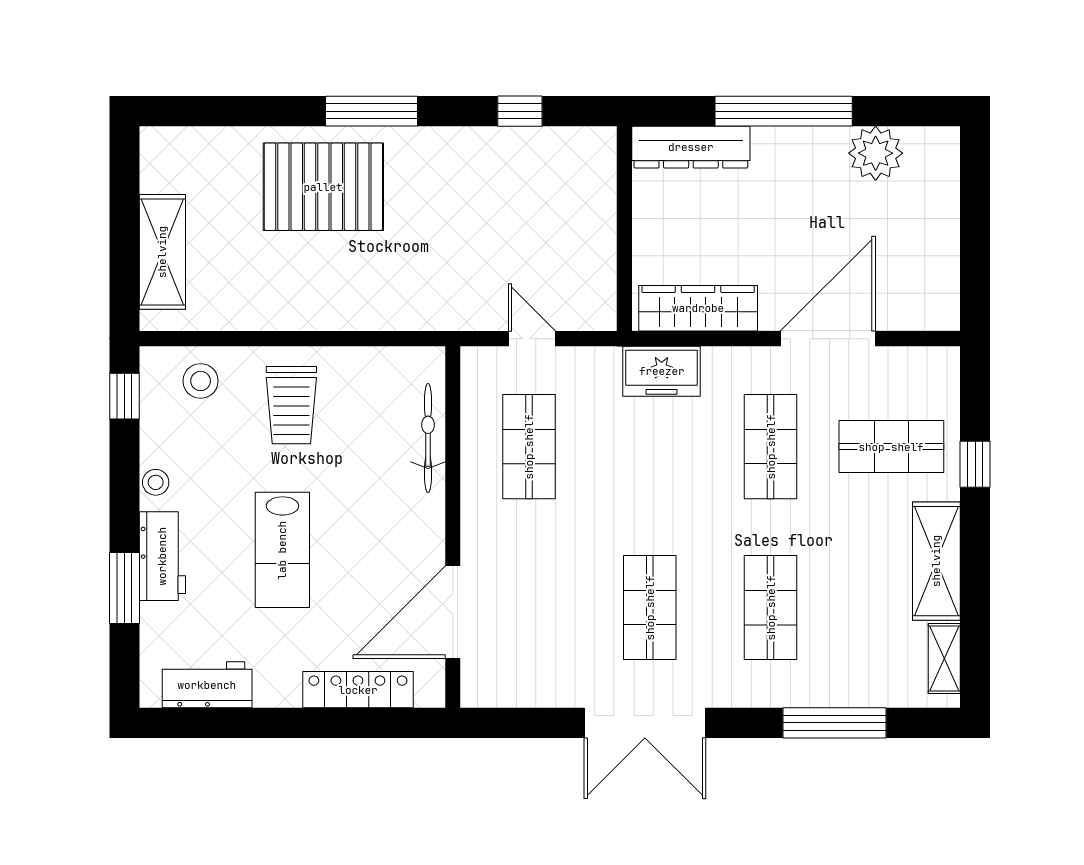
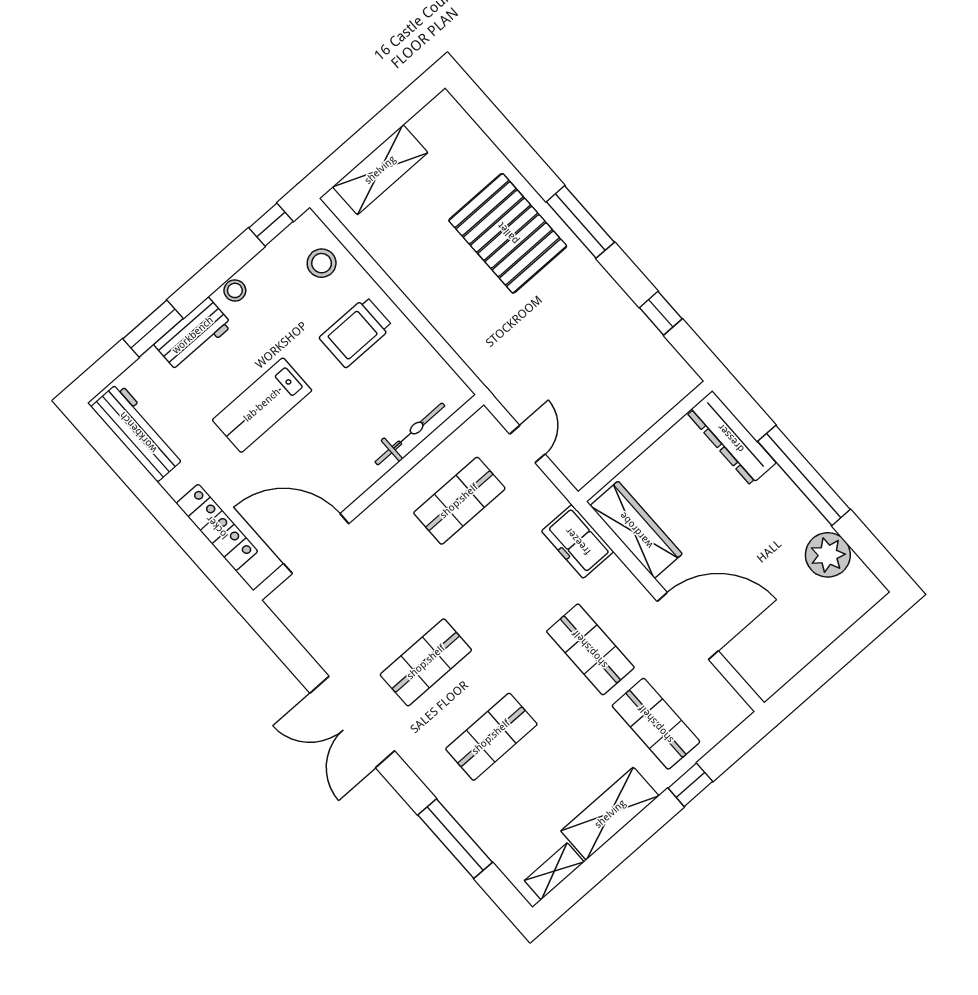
shop shelf: (771, 447) -> (590, 649), turned 90
workbench: (207, 685) -> (138, 432), width x1.38

